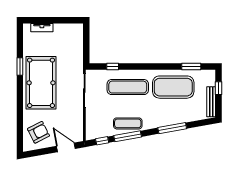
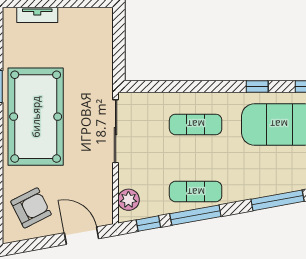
window: (113, 66) -> (257, 86), moved
exercise mat: (128, 87) -> (196, 124), width x0.73, depth x0.69
plant: (91, 128) -> (128, 200), added

